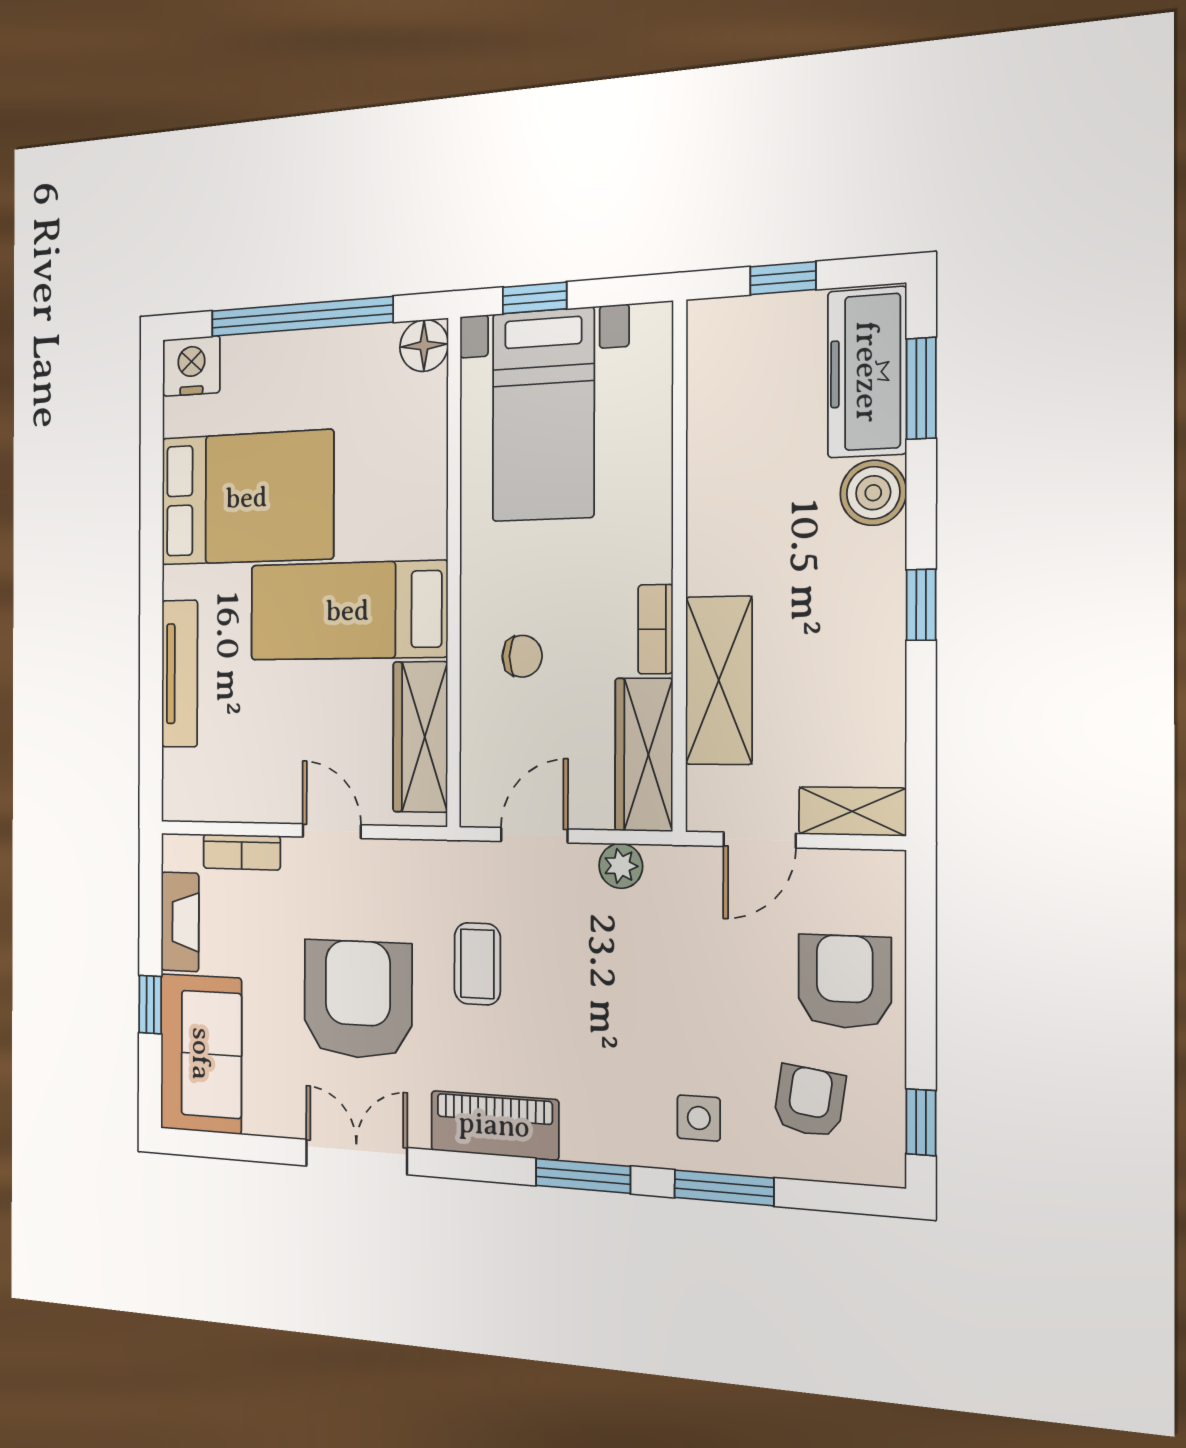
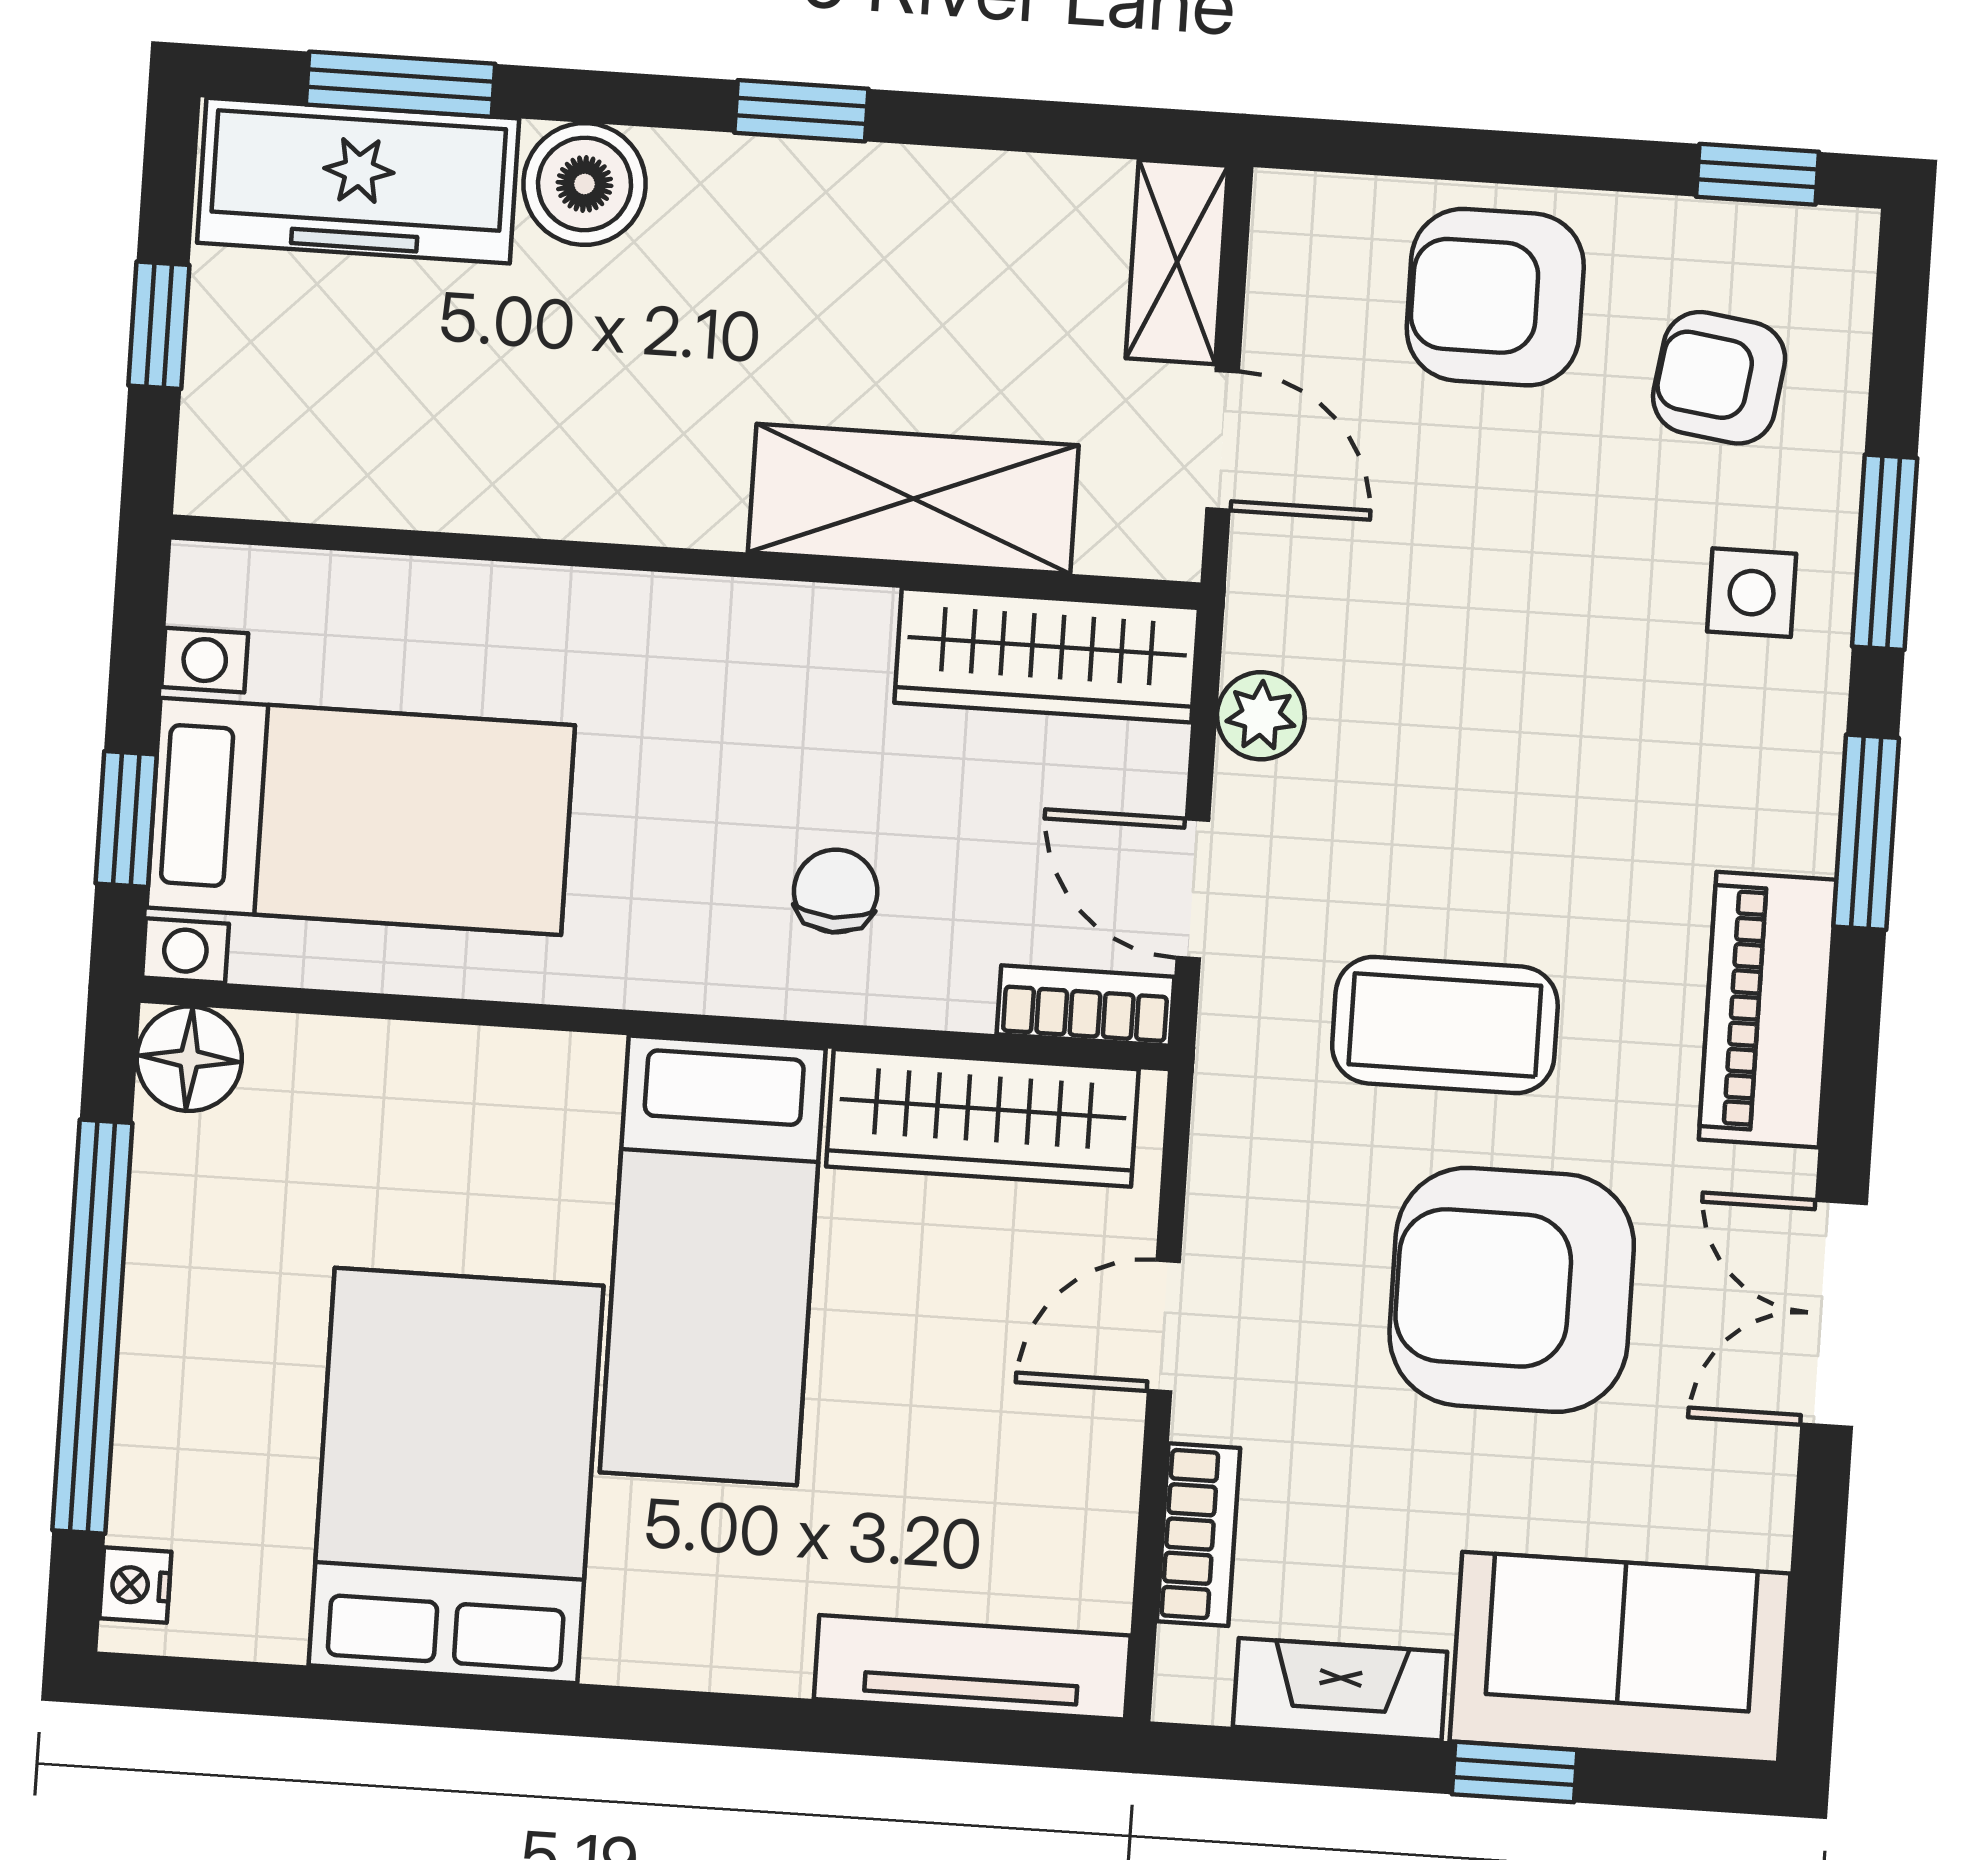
nightstand: (191, 366) -> (135, 1585), width x0.53, depth x0.56
bookcase: (655, 629) -> (1085, 1005), moved, turned 180
tv unit: (180, 674) -> (972, 1667), moved
coffee table: (477, 964) -> (1445, 1025), width x1.36, depth x1.30

